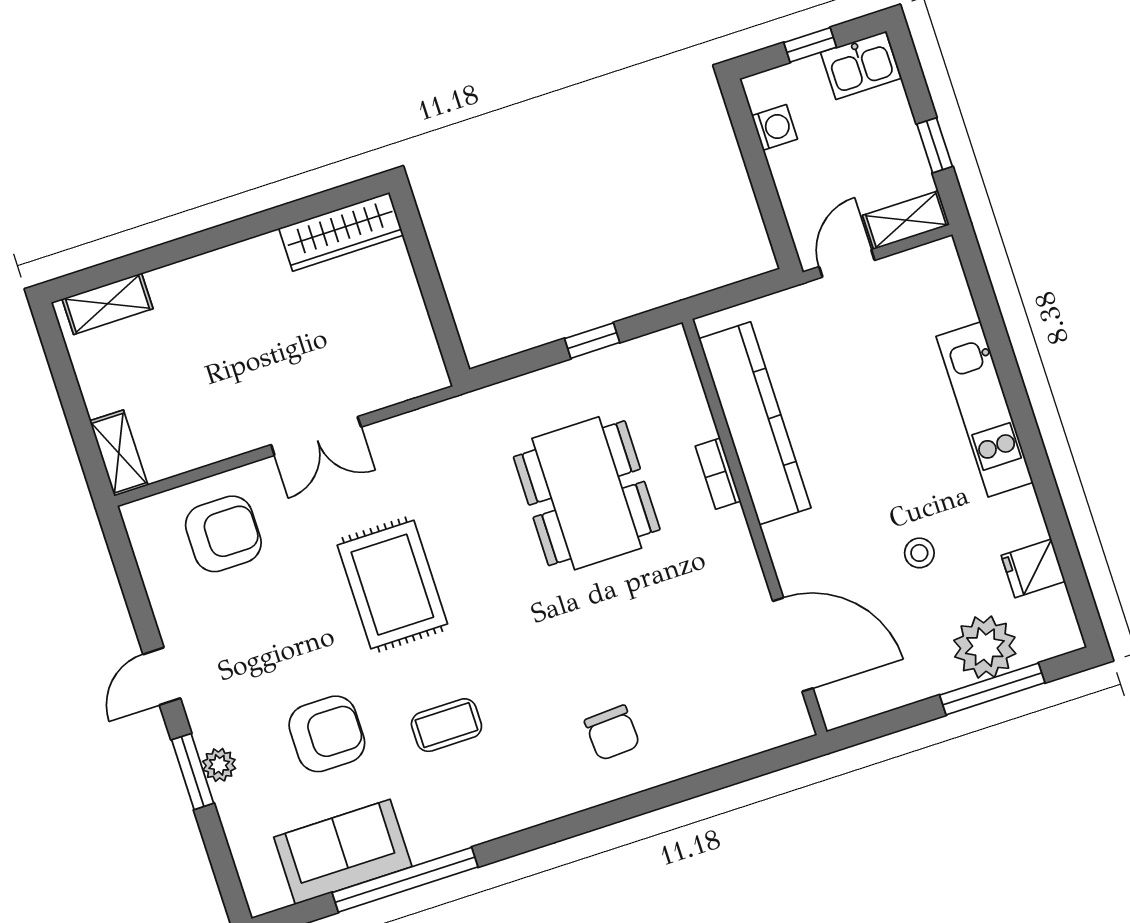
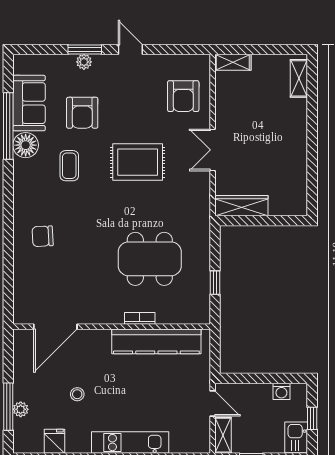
wardrobe: (341, 232) -> (241, 206), moved, turned 90
plant: (985, 647) -> (21, 409), width x0.53, depth x0.53
floor lamp: (433, 830) -> (26, 145), added

